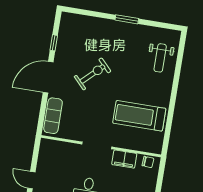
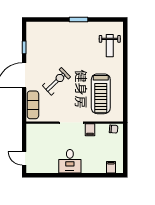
exercise bike: (93, 74) -> (56, 81), moved
treadmill: (139, 116) -> (101, 94), turned -90
filing cabinet: (124, 159) -> (90, 130), width x0.50

